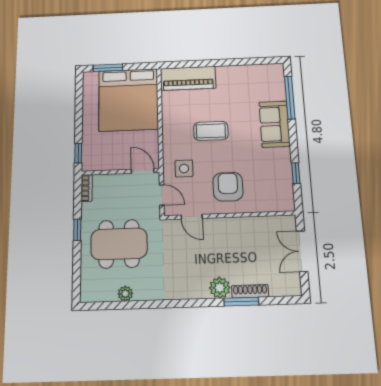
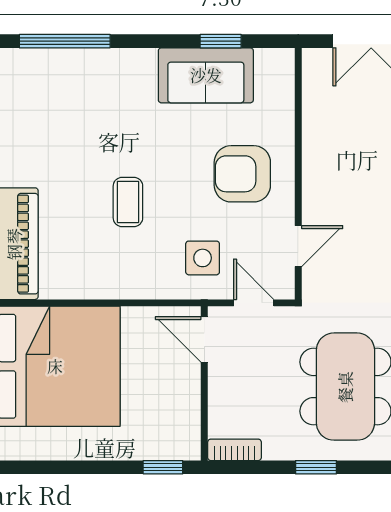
sofa: (275, 124) -> (206, 75), moved
coffee table: (211, 131) -> (128, 202), width x0.73, depth x0.77
door: (143, 171) -> (204, 339), hinge flipped
door: (162, 195) -> (254, 303), hinge flipped

